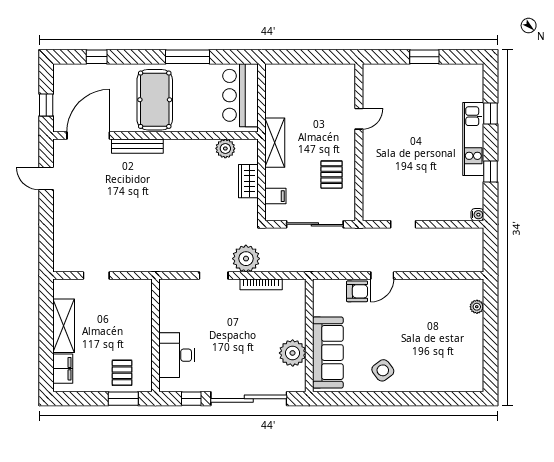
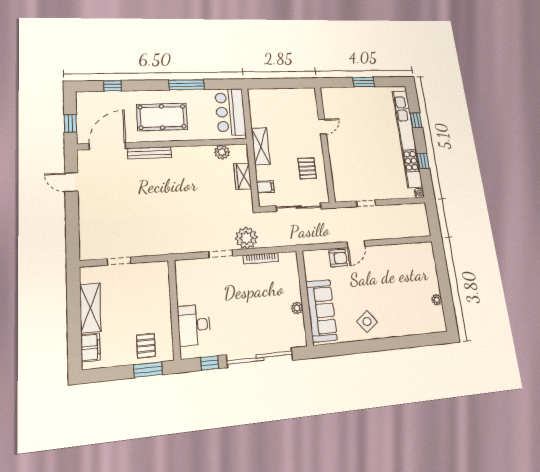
pool table: (155, 100) -> (162, 117), turned 90
kitchen unit: (473, 139) -> (407, 138), width x1.86
plant: (477, 307) -> (437, 300), moved
plant: (293, 353) -> (297, 308), width x0.53, depth x0.53

